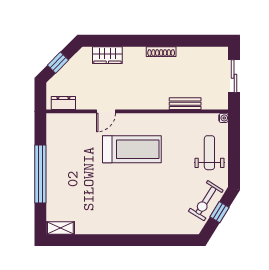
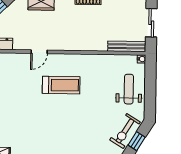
bench: (185, 104) -> (126, 46), moved, width x1.36
treadmill: (132, 149) -> (61, 85), width x0.73, depth x0.73

